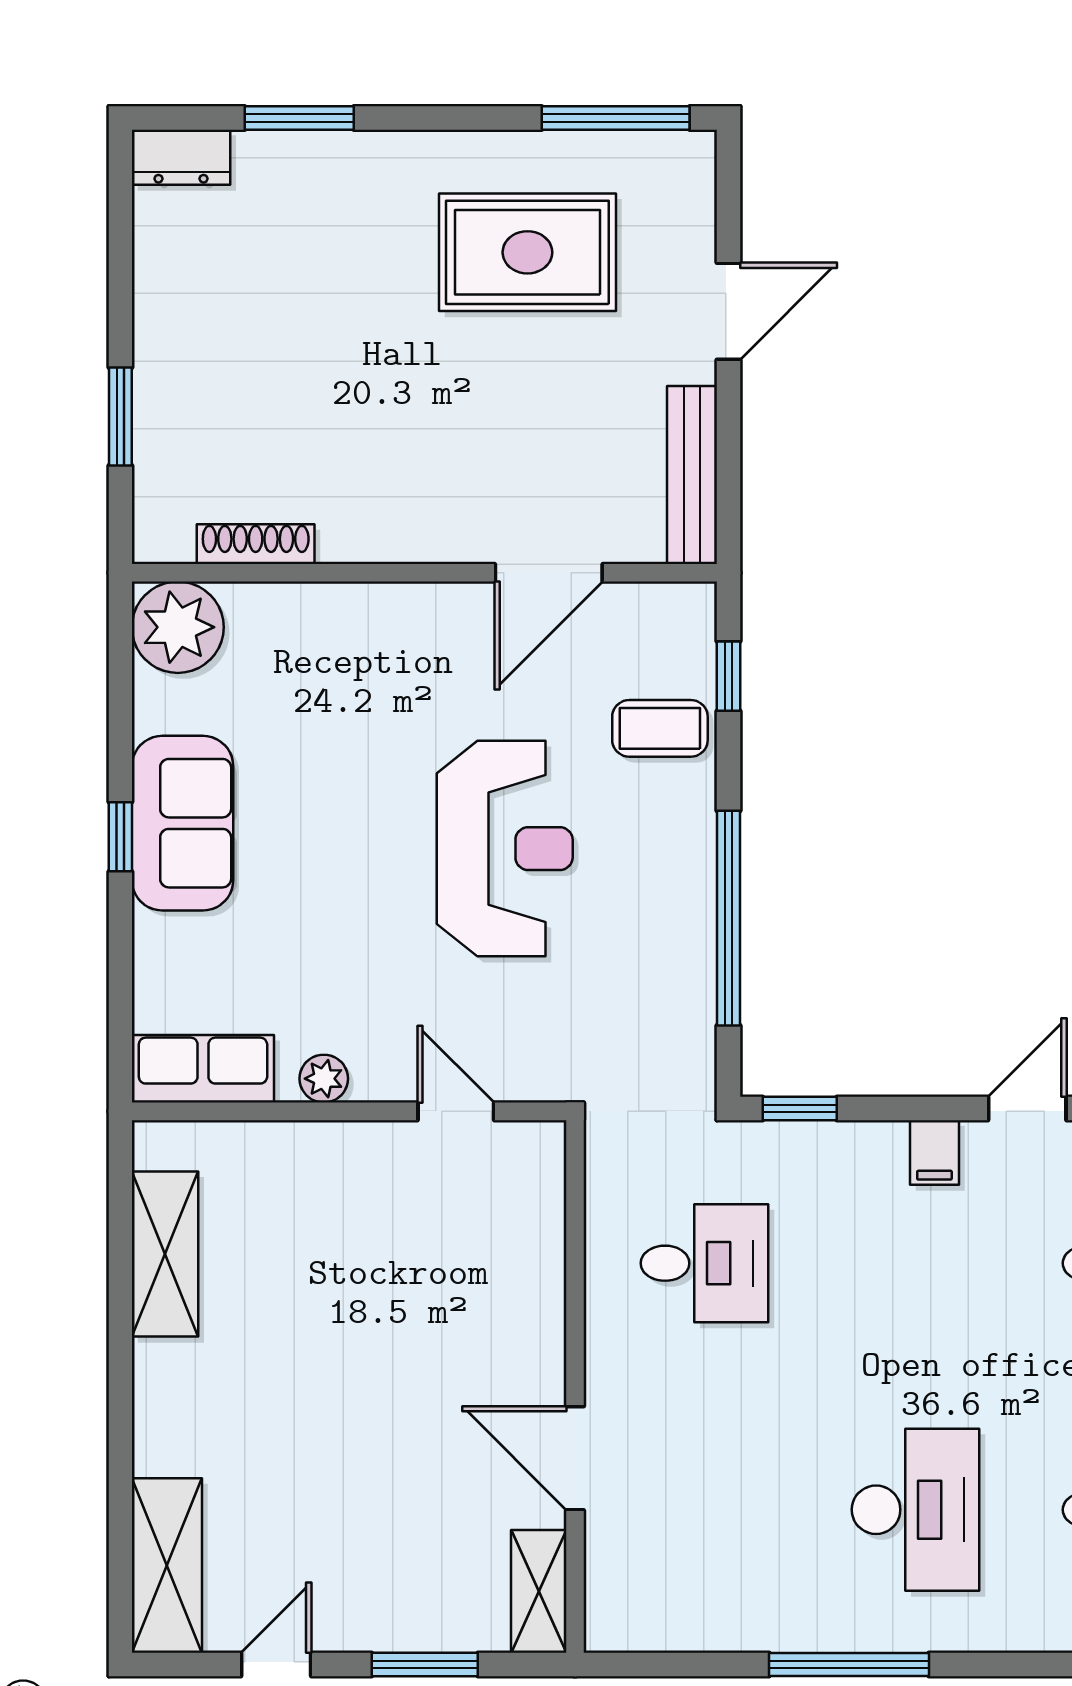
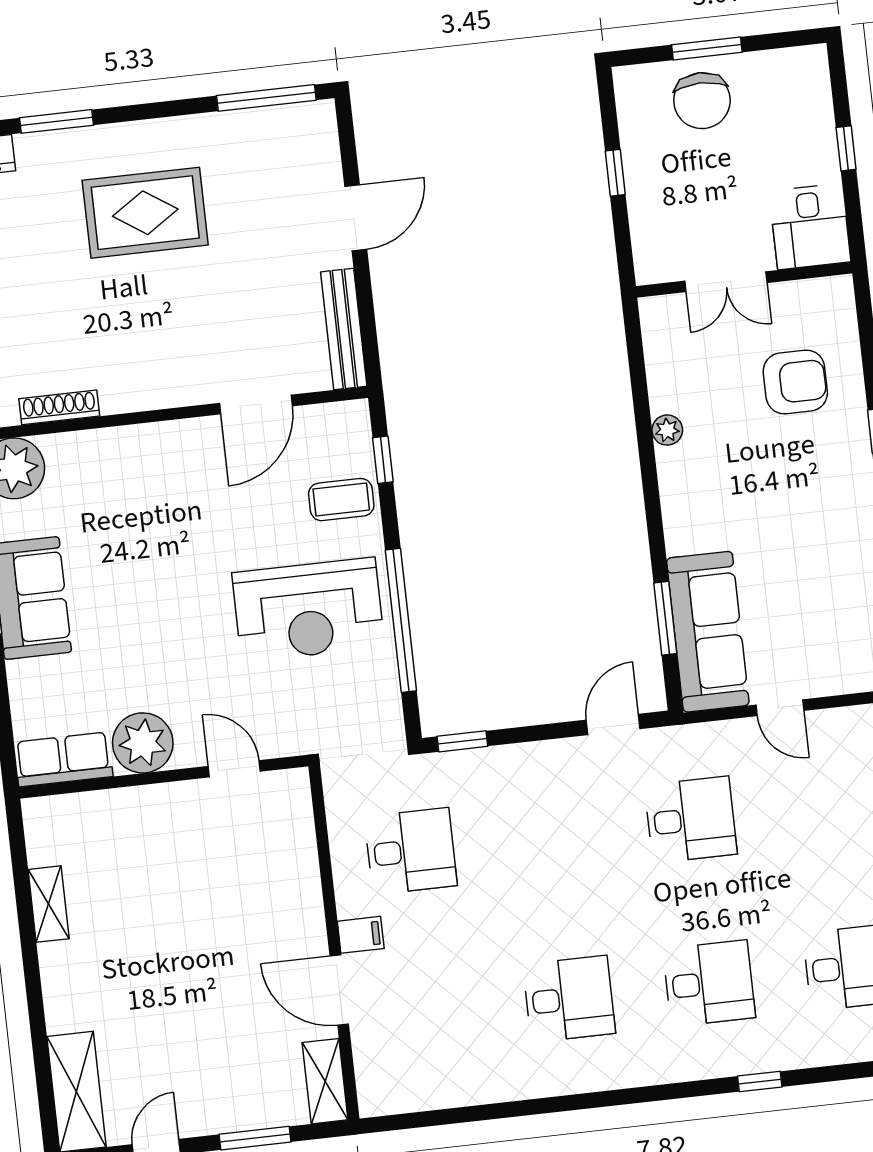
rug: (527, 252) -> (145, 213), moved
reception desk: (505, 849) -> (308, 610), moved, turned 90
plant: (324, 1079) -> (143, 743), width x1.87, depth x1.87
filing cabinet: (934, 1152) -> (361, 935), moved, turned -90
shelving: (165, 1254) -> (49, 904), width x0.67, depth x0.75
desk: (916, 1510) -> (569, 999), width x0.73
window: (849, 1664) -> (536, 1107), removed

